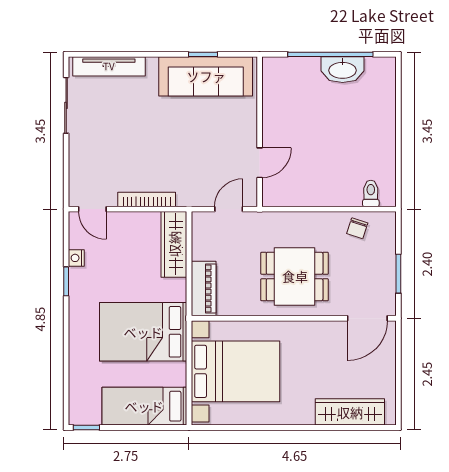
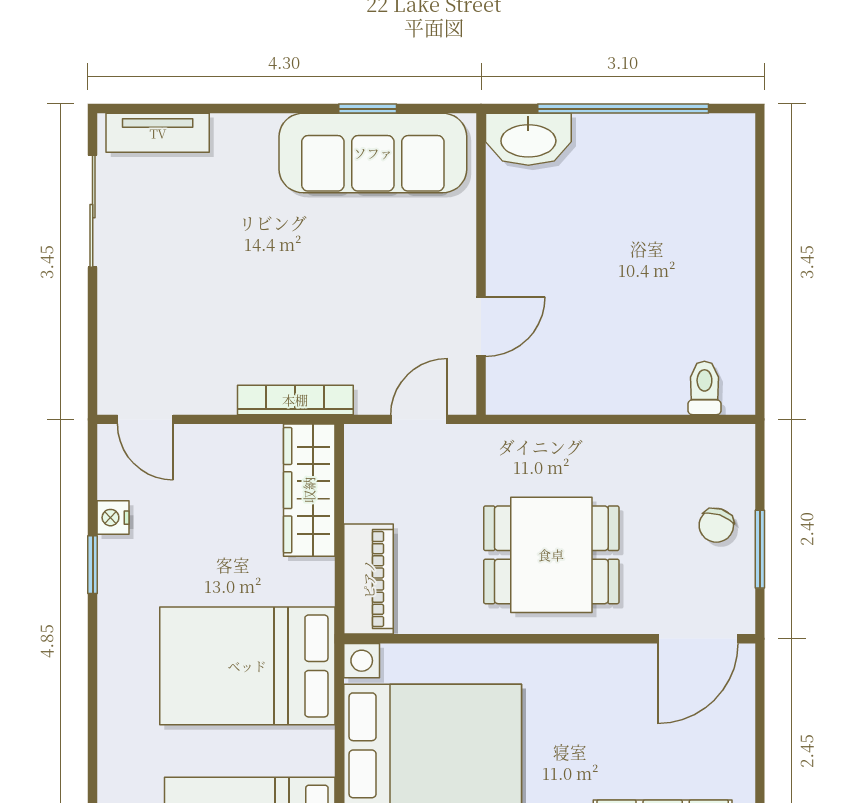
tv unit: (109, 66) -> (158, 133), width x0.71
washbasin: (343, 70) -> (528, 139), moved
bookcase: (147, 199) -> (295, 400), moved
chair: (357, 228) -> (716, 525), moved

